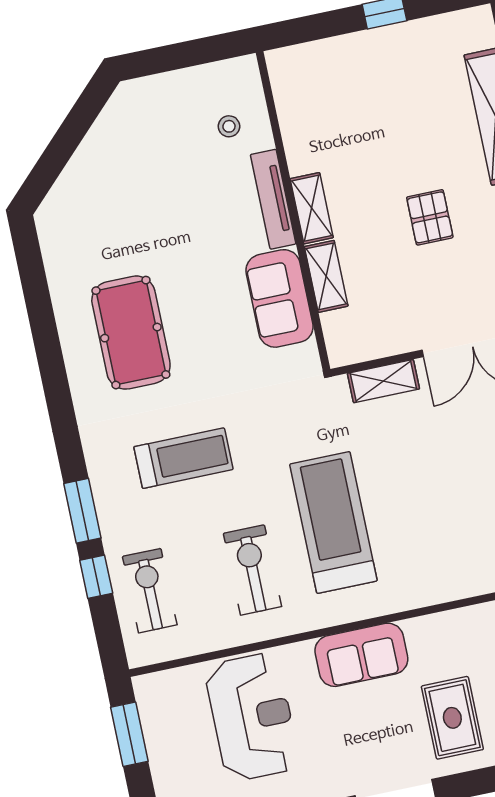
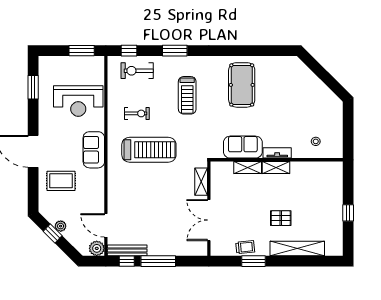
tv unit: (273, 199) -> (277, 153), width x0.71
pallet: (430, 217) -> (281, 218), moved
pool table: (131, 333) -> (242, 85), turned 90
exercise bike: (252, 570) -> (137, 113), width x0.73, depth x0.72
window: (96, 577) -> (129, 51), moved
exercise bike: (150, 591) -> (137, 71), turned 180

